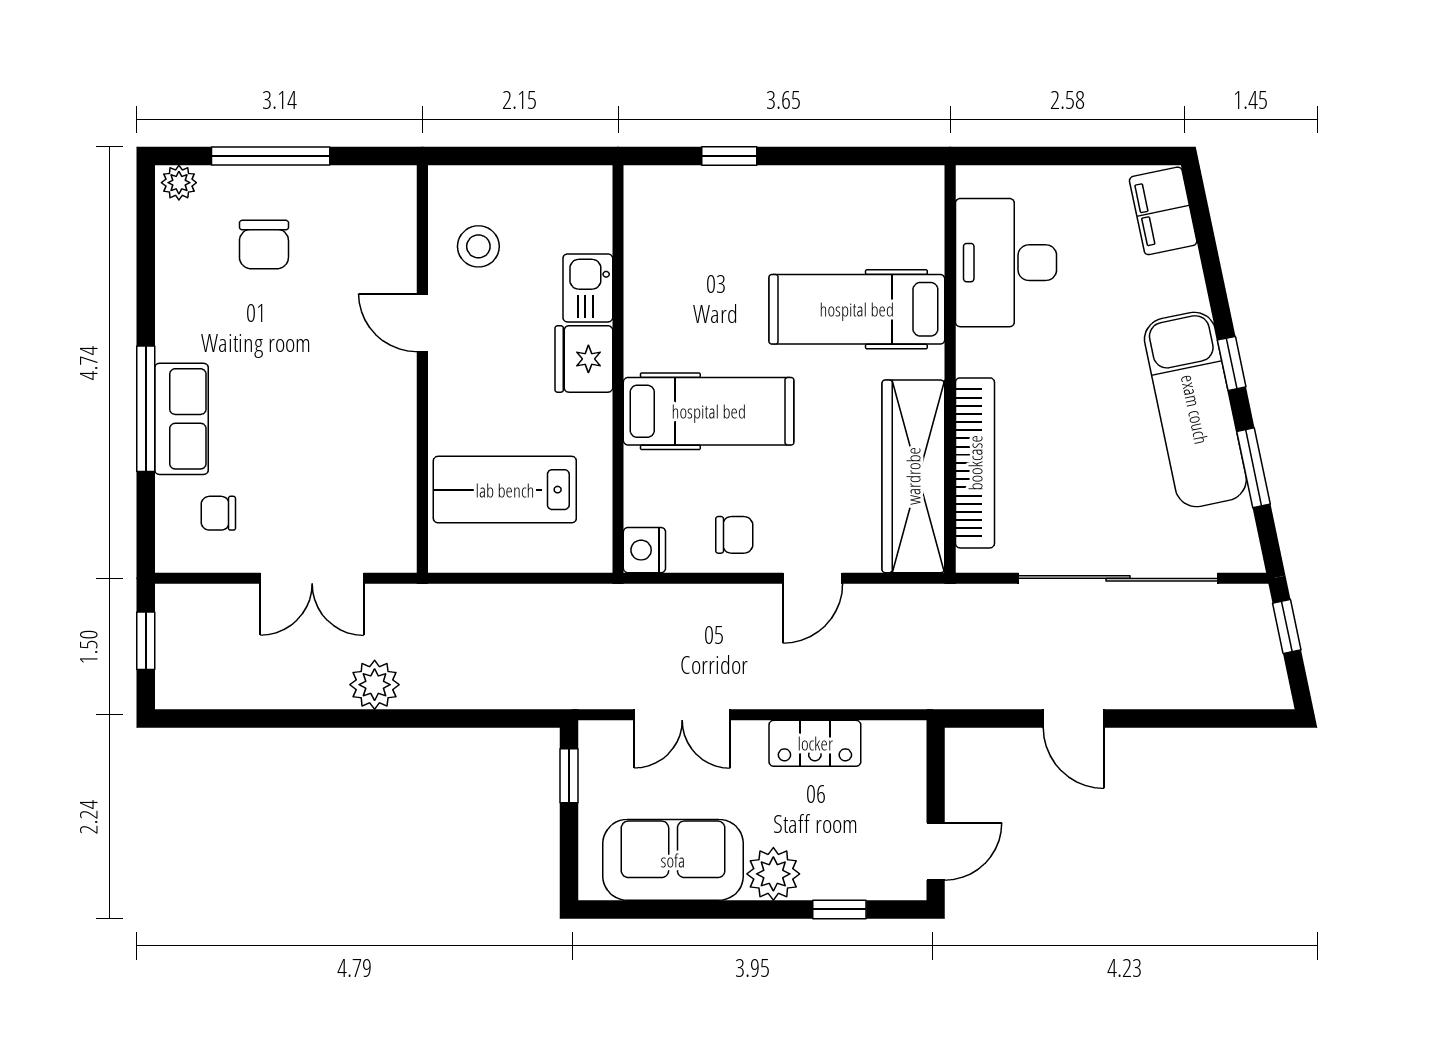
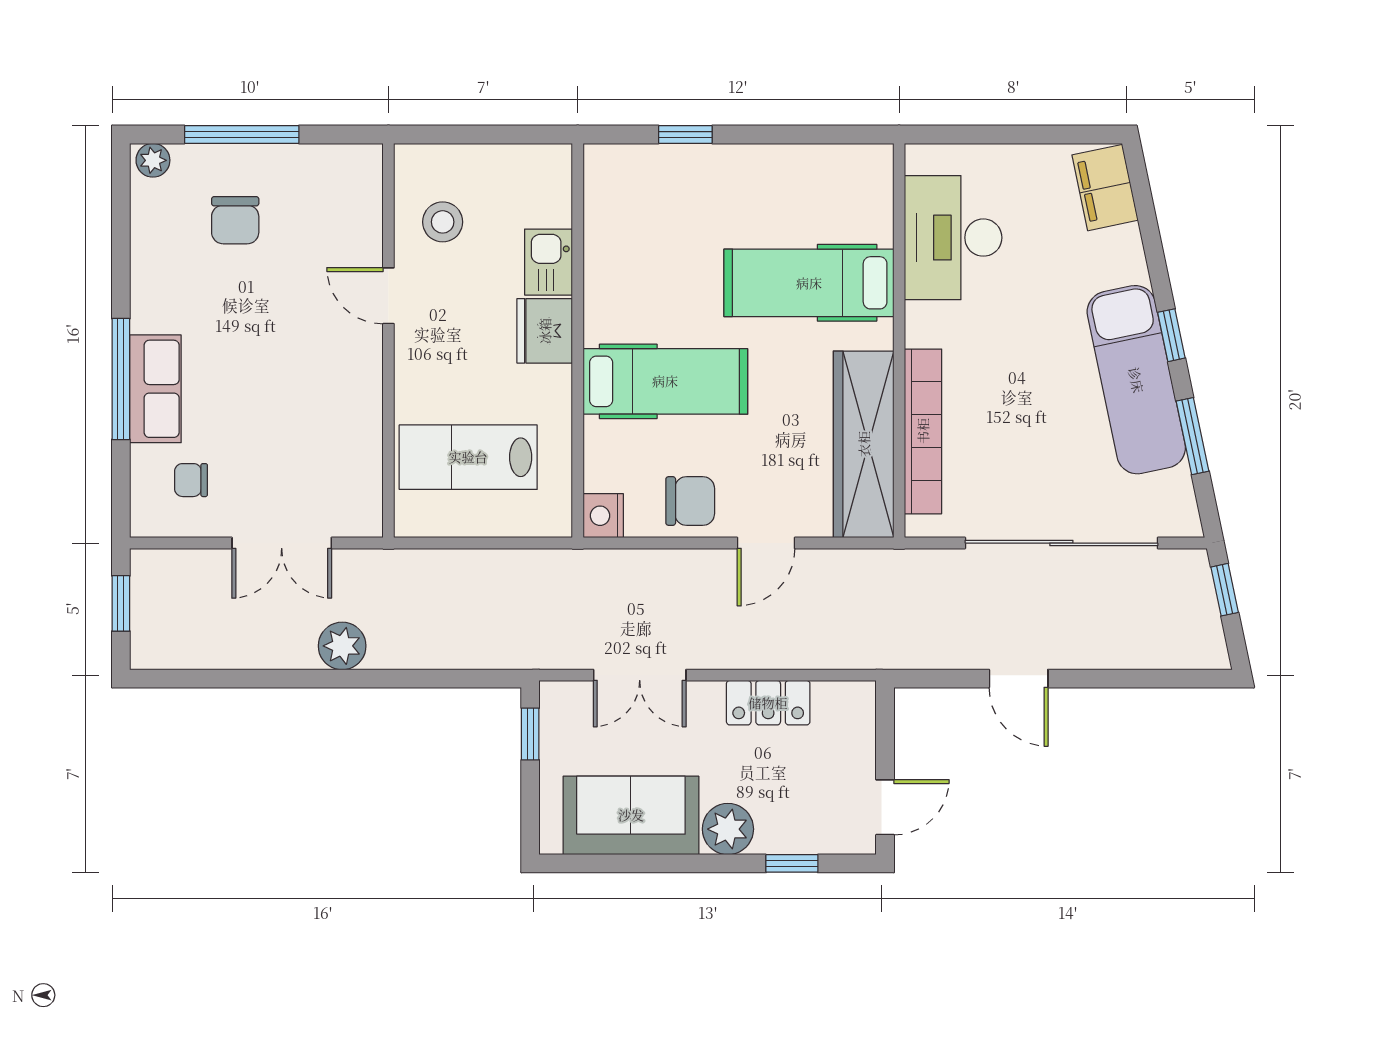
chair: (734, 535) -> (690, 501), width x1.37, depth x1.37

